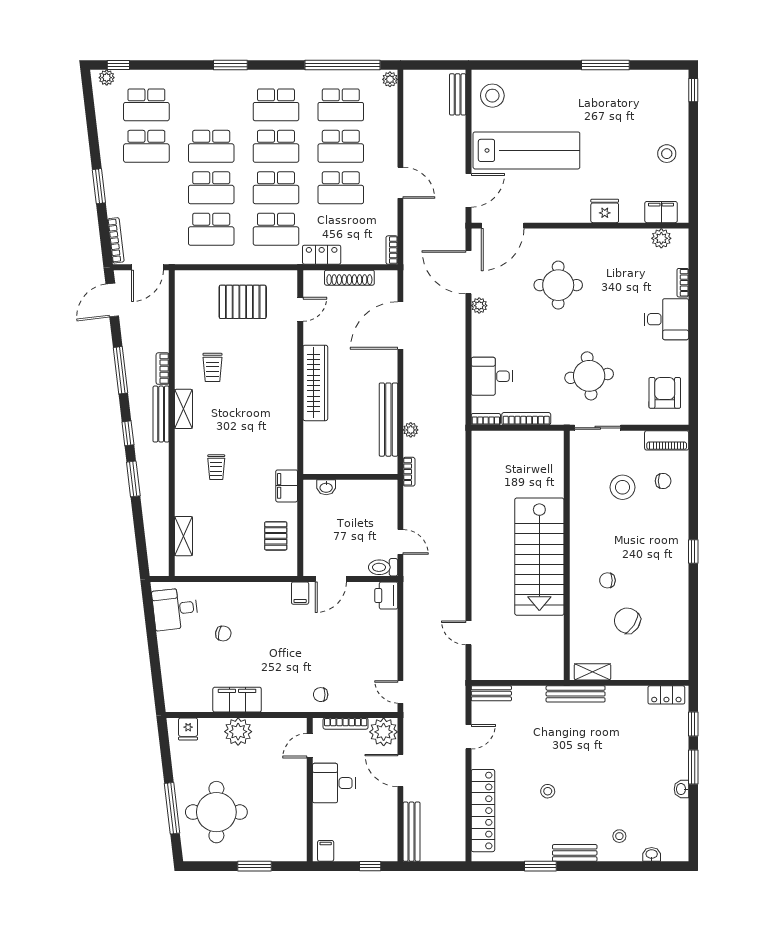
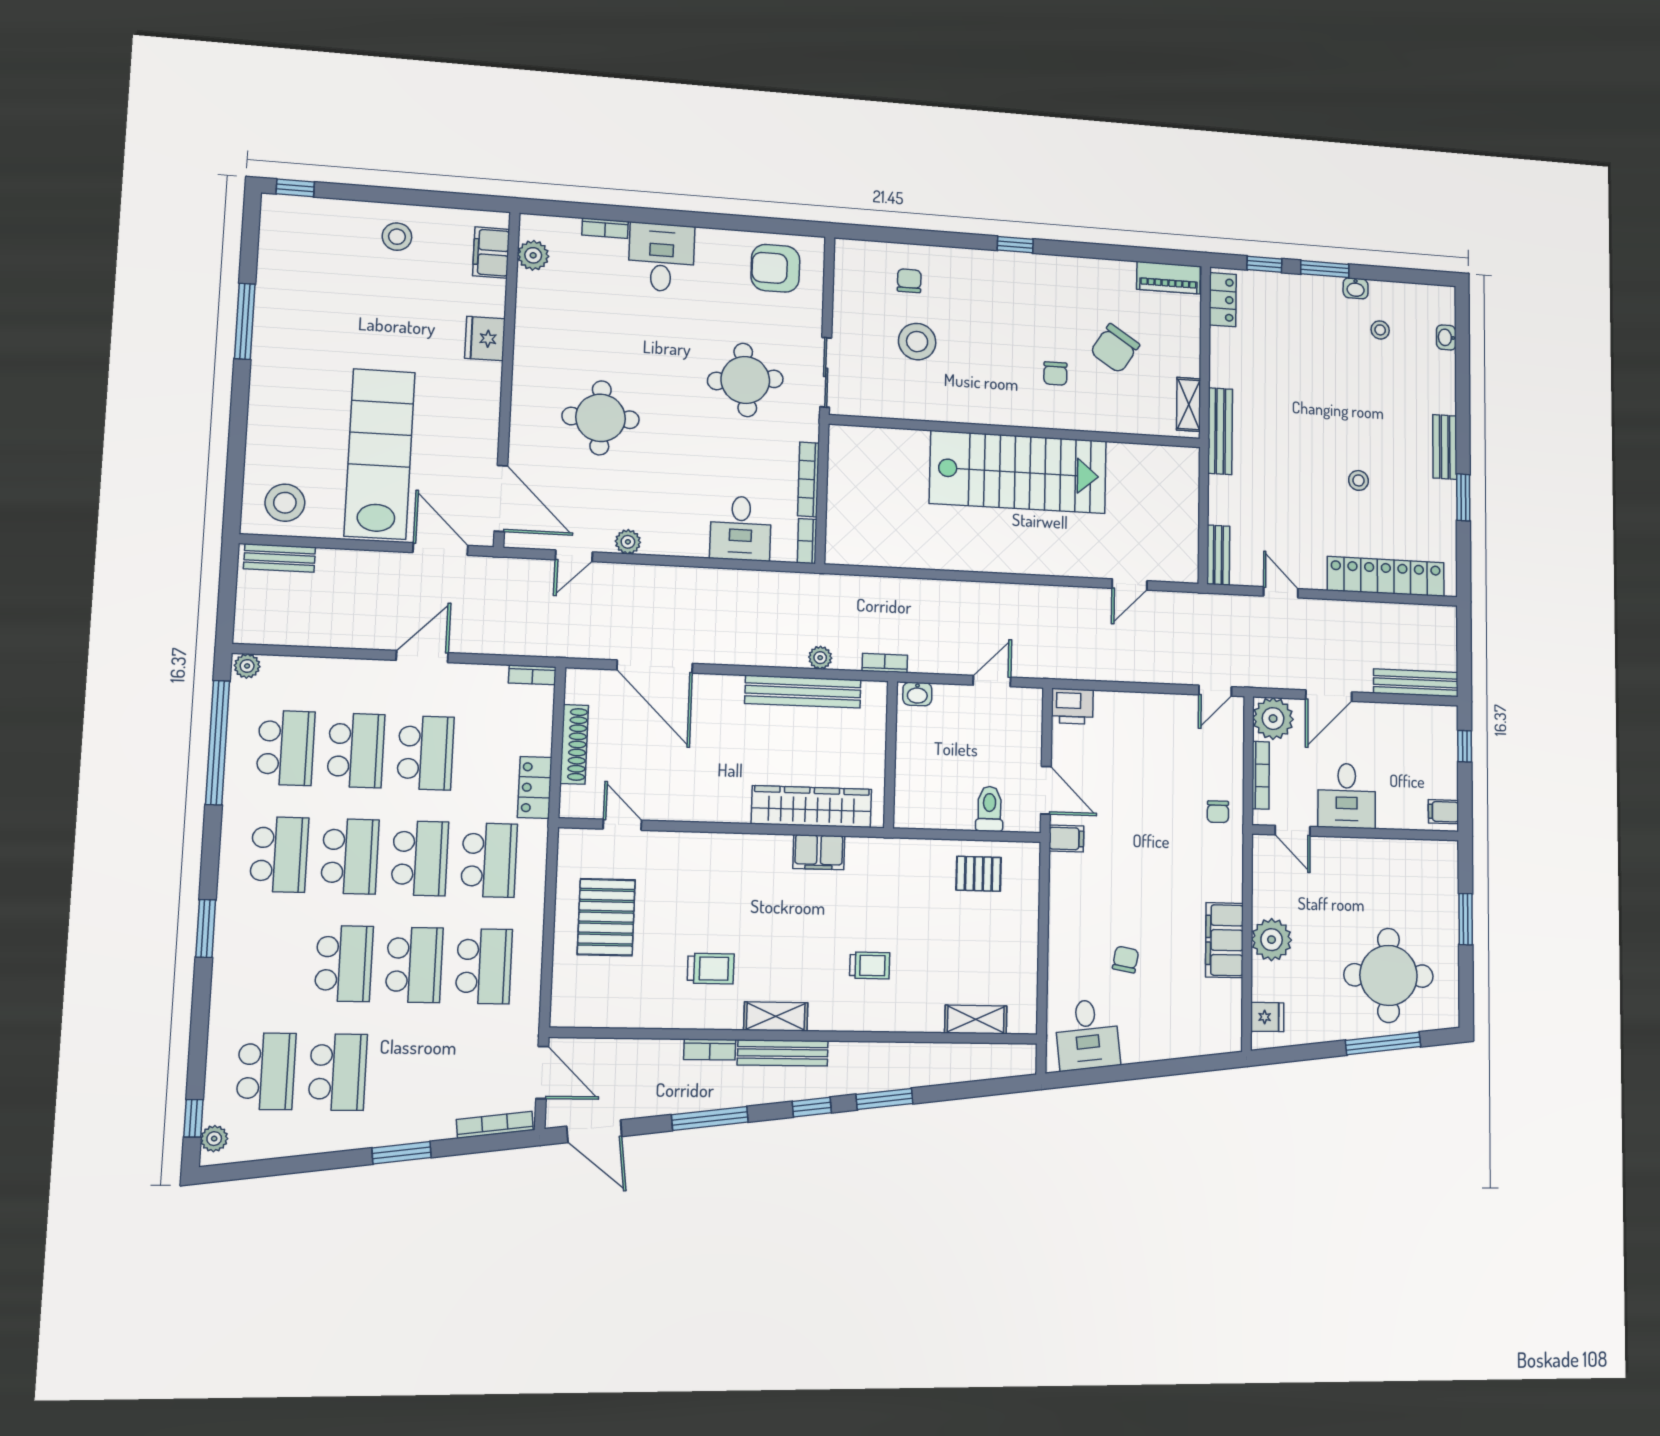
door: (468, 272) -> (574, 556), width x0.53
wardrobe: (315, 383) -> (812, 807), moved
piano: (667, 440) -> (1168, 278), moved, turned 90
filing cabinet: (287, 486) -> (819, 852), moved
washbasin: (326, 487) -> (917, 694), moved, turned 90
toilet: (383, 567) -> (989, 809), moved, turned 180
stool: (619, 836) -> (1380, 330), moved

